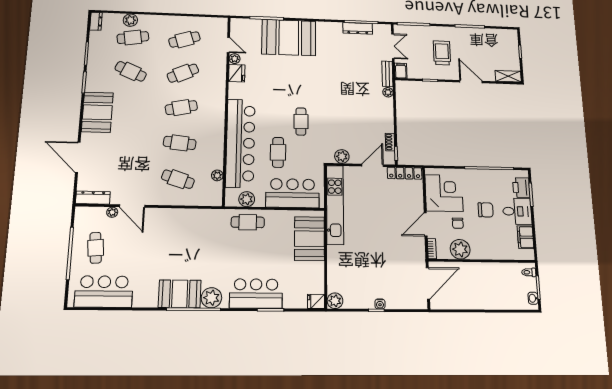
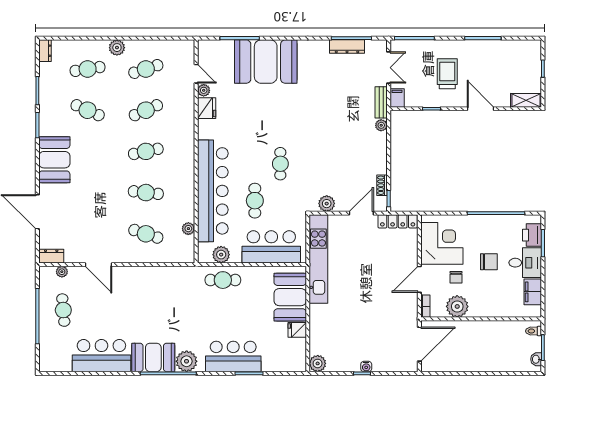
plant: (130, 20) -> (117, 48), moved
dresser: (93, 198) -> (51, 256), width x0.70
plant: (112, 212) -> (62, 272), moved
bar counter: (104, 292) -> (101, 356), moved
fridge: (316, 301) -> (297, 330), moved

